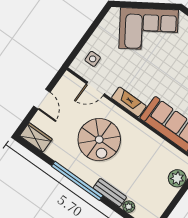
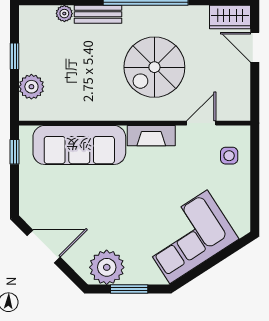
door: (42, 99) -> (255, 47), moved
spiral stairs: (99, 140) -> (154, 67), turned -90
window: (174, 203) -> (15, 56), added

